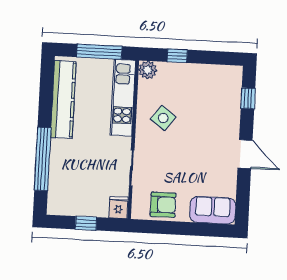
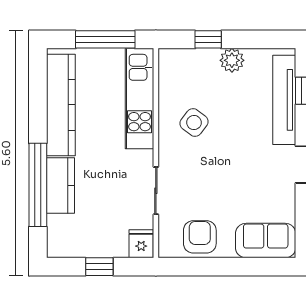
plant: (148, 70) -> (232, 60), moved
tv unit: (232, 104) -> (284, 100), added
kitchen counter: (60, 160) -> (61, 186), added
armchair: (163, 205) -> (200, 237), turned -90

